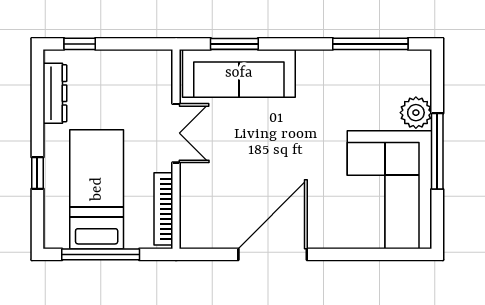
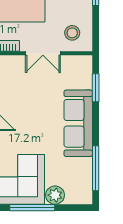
sofa: (239, 73) -> (78, 123), moved
stool: (142, 84) -> (72, 33), added

